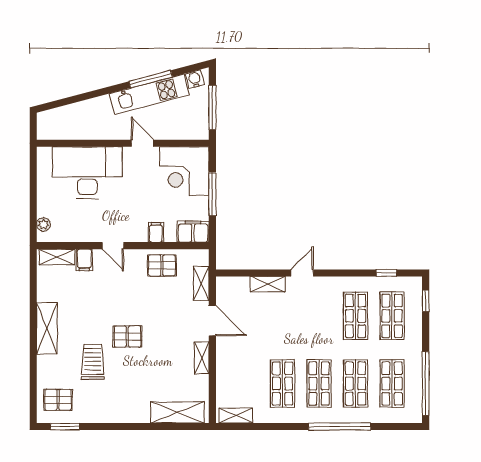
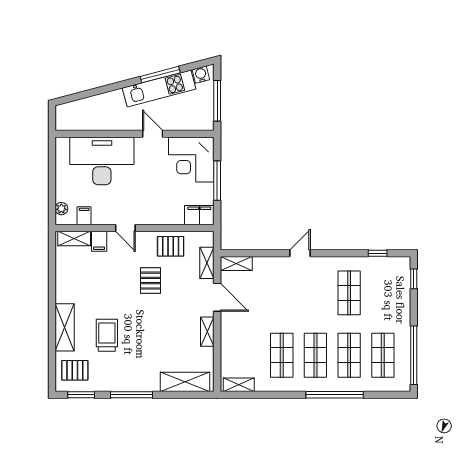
filing cabinet: (156, 232) -> (84, 216), moved
shelving: (268, 284) -> (236, 264), moved
shop shelf: (392, 316) -> (383, 293), removed
shelving: (47, 328) -> (65, 327), moved
pallet: (127, 337) -> (151, 281), moved, turned 90
window: (120, 426) -> (132, 395), added

